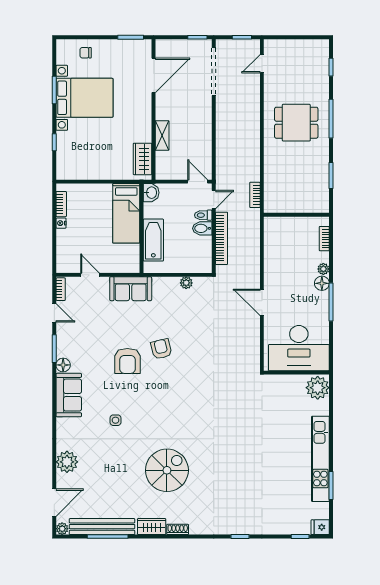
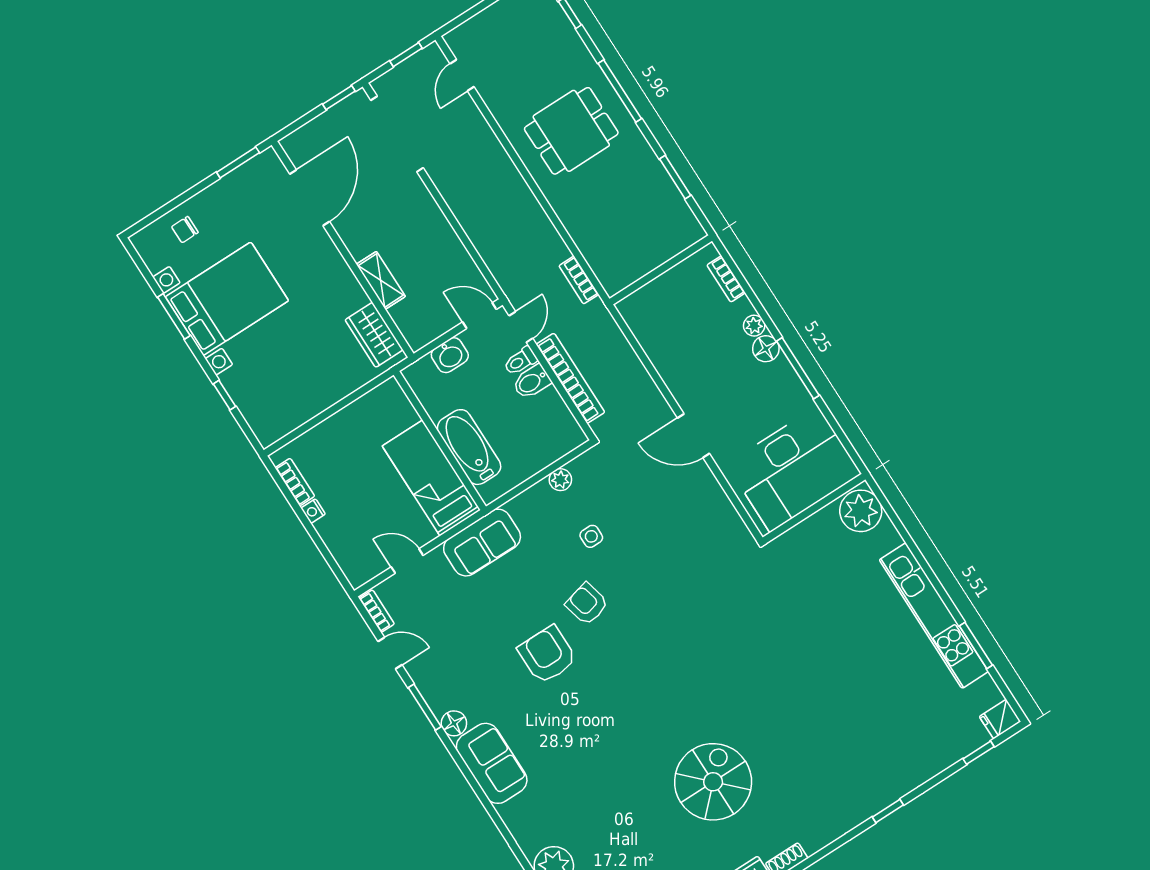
washbasin: (151, 193) -> (450, 355), moved, turned 90
bed: (126, 213) -> (431, 478), moved, turned 180
armchair: (127, 361) -> (547, 655), turned 180
side table: (115, 420) -> (591, 536), moved

